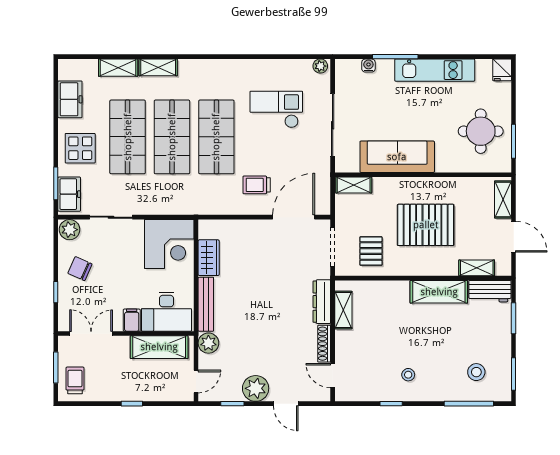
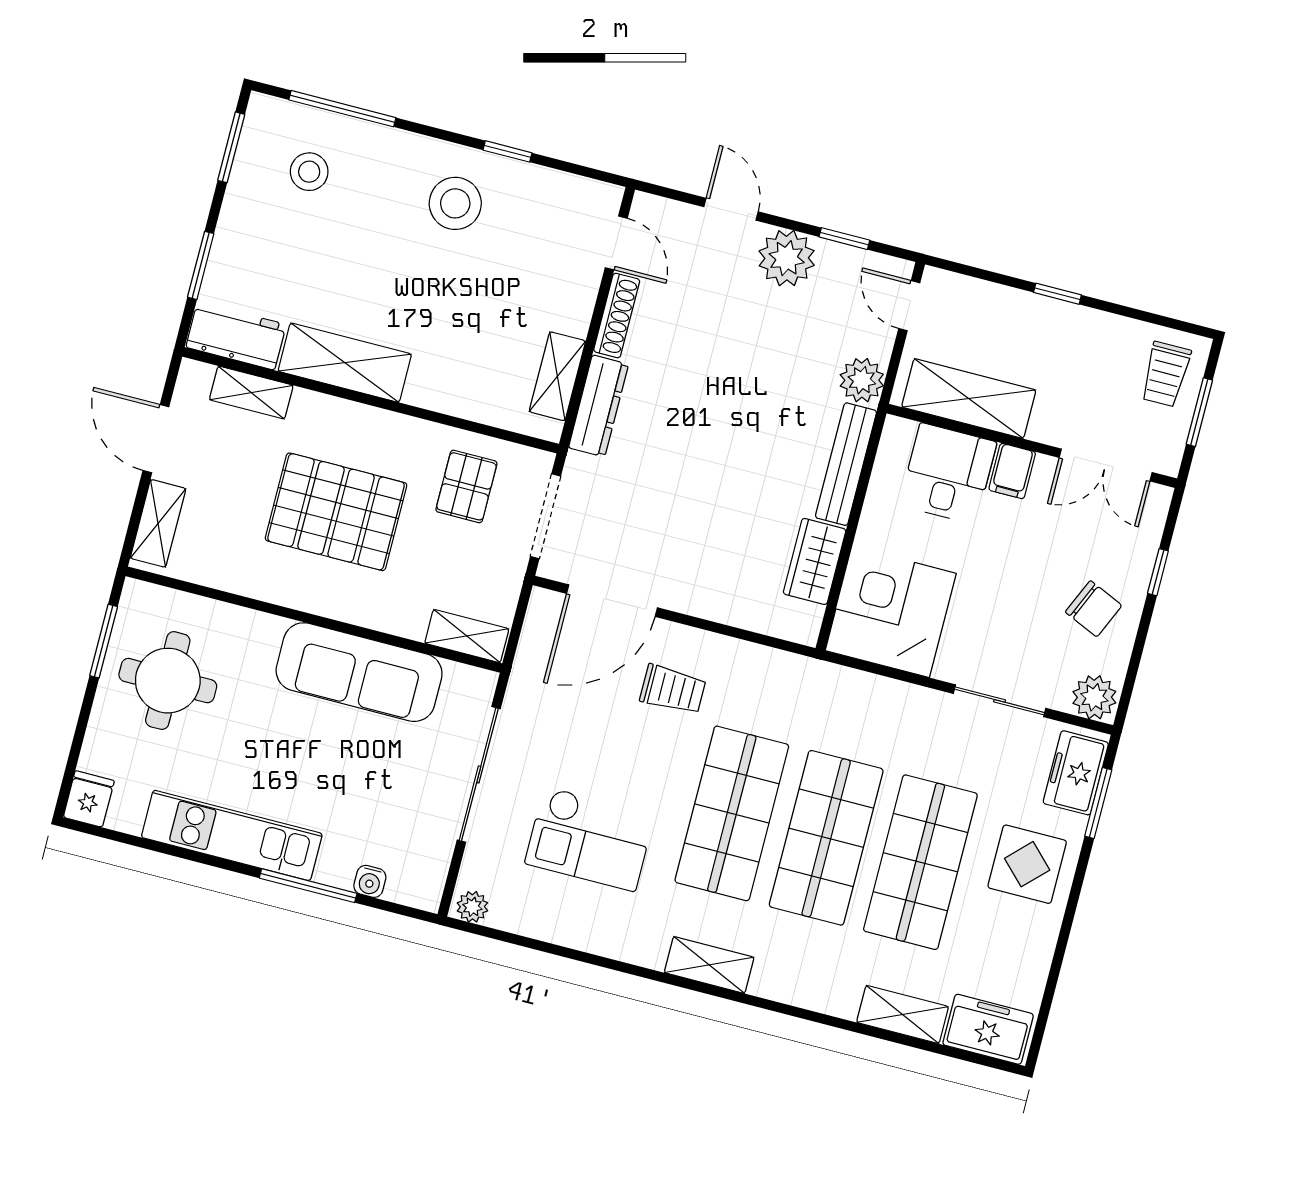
shelving: (158, 67) -> (709, 965), moved
freezer: (70, 99) -> (988, 1029), moved, turned 90
desk: (167, 312) -> (948, 474), width x0.73
stool: (408, 375) -> (455, 203), width x1.89, depth x1.89
door: (196, 381) -> (909, 306), hinge flipped

